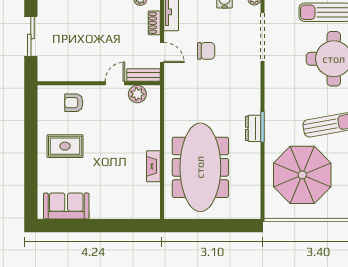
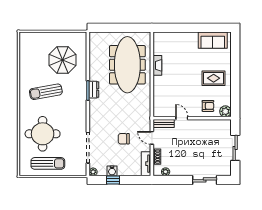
door: (115, 83) -> (182, 118), swing flipped
plant: (137, 94) -> (225, 111), moved
parasol: (302, 175) -> (63, 60), width x0.73, depth x0.73

